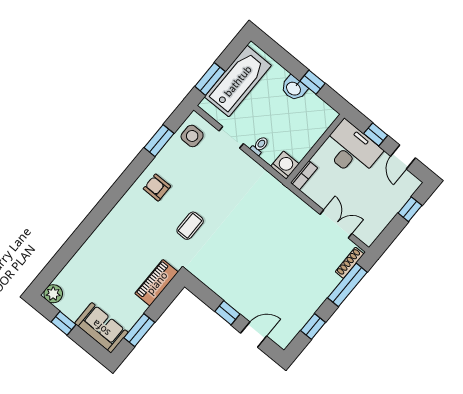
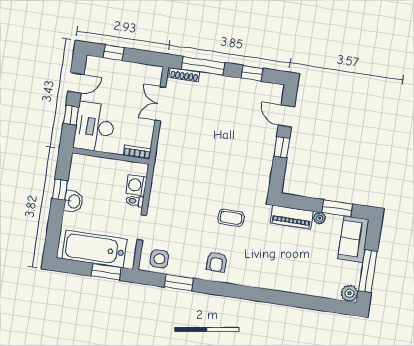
washing machine: (285, 165) -> (136, 185), moved
plant: (140, 308) -> (320, 218), added
window: (64, 323) -> (368, 271), width x2.17

